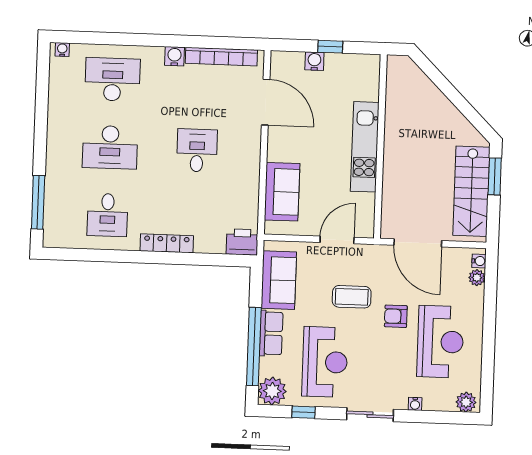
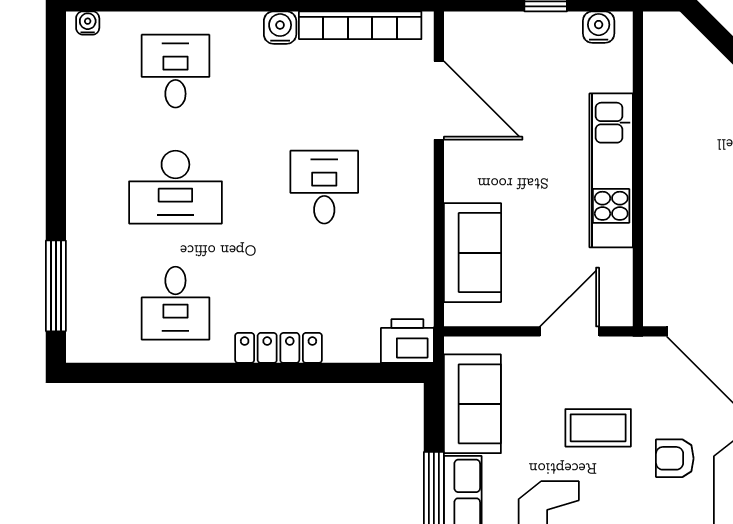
water cooler: (314, 61) -> (599, 27), moved
desk: (112, 79) -> (175, 71), width x0.73

